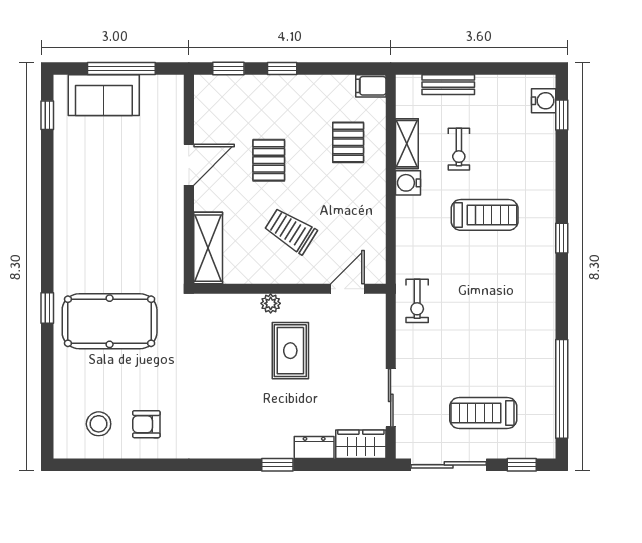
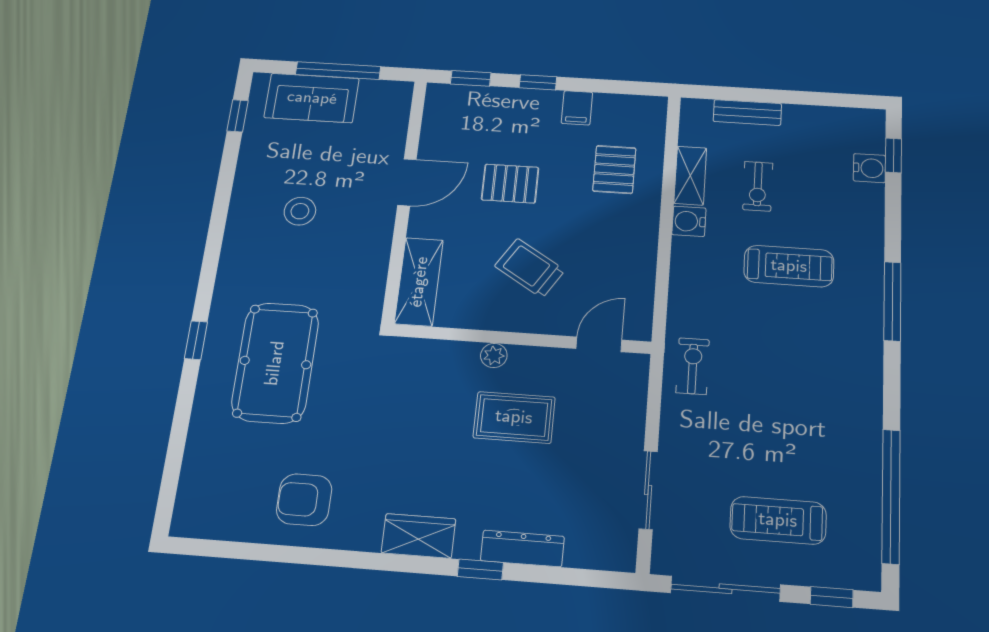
filing cabinet: (371, 86) -> (577, 108), moved, turned -90
water cooler: (544, 101) -> (869, 168), moved
pallet: (269, 160) -> (510, 184), turned 90
window: (562, 238) -> (892, 301), width x2.17
exercise bike: (417, 301) -> (693, 366), turned 180
pool table: (110, 321) -> (275, 363), turned 90
rug: (290, 351) -> (514, 417), turned 90
stool: (99, 424) -> (300, 211), moved
armchair: (146, 424) -> (304, 500), width x1.38, depth x1.38
wardrobe: (361, 444) -> (419, 536), moved
dresser: (314, 447) -> (522, 548), width x1.44

